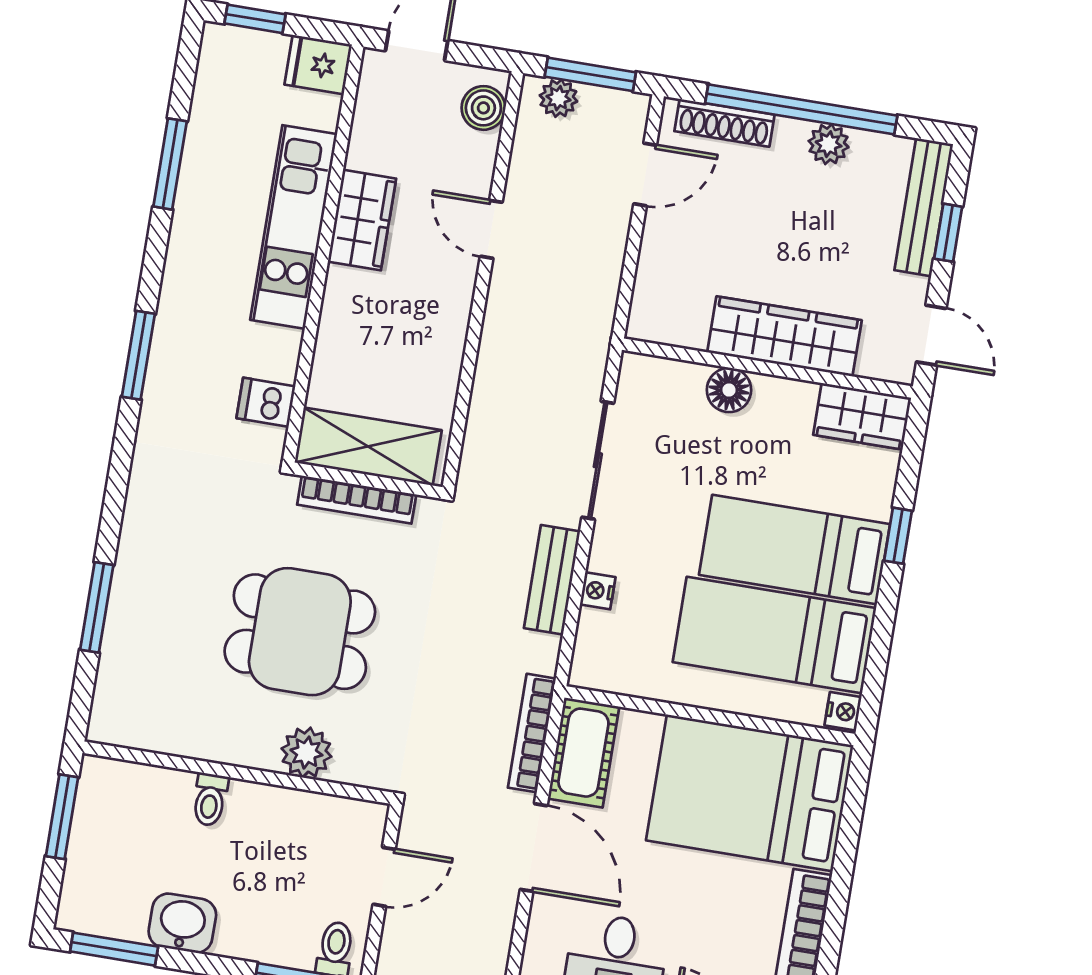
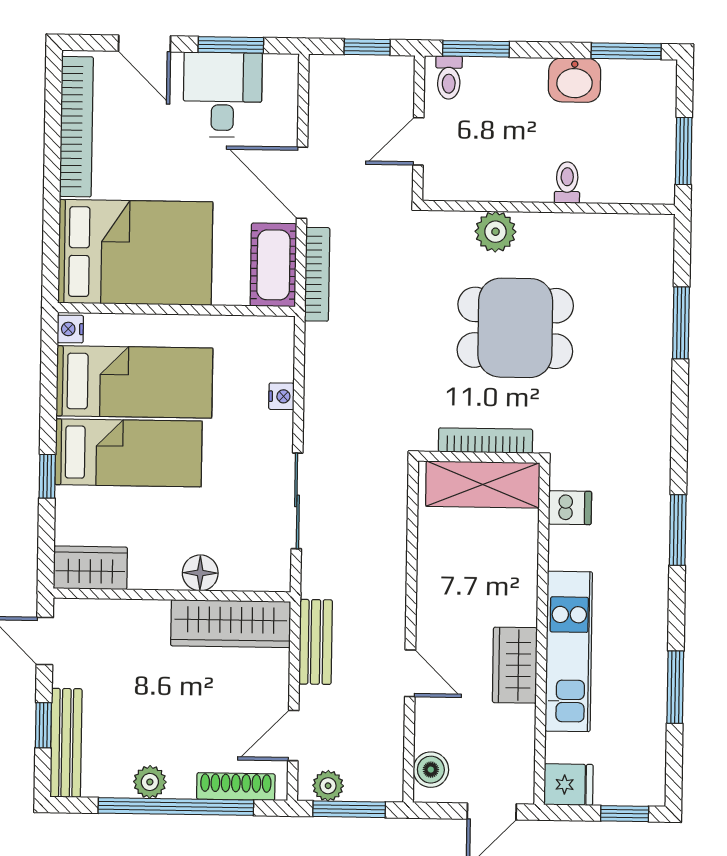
plant: (558, 98) -> (328, 786), moved
wardrobe: (784, 336) -> (231, 624), moved
bench: (552, 580) -> (316, 642), moved

